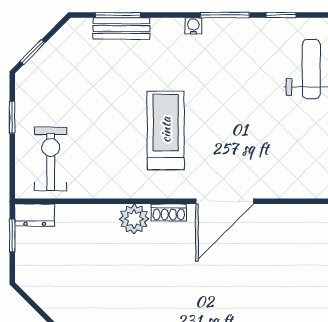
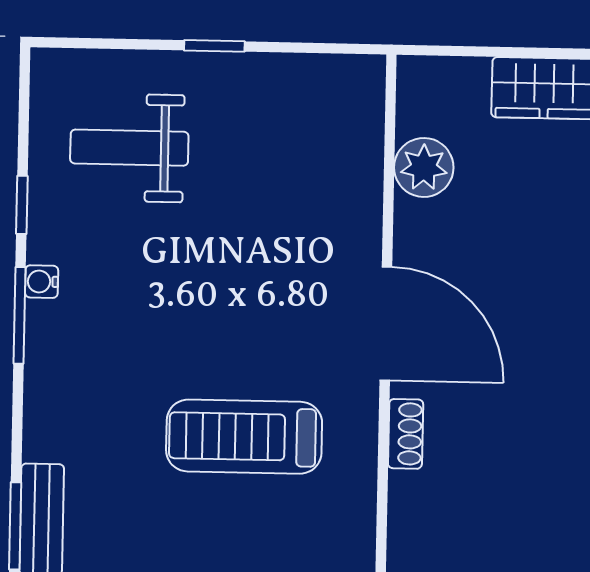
water cooler: (193, 26) -> (42, 282), moved
plant: (134, 219) -> (424, 167), moved

